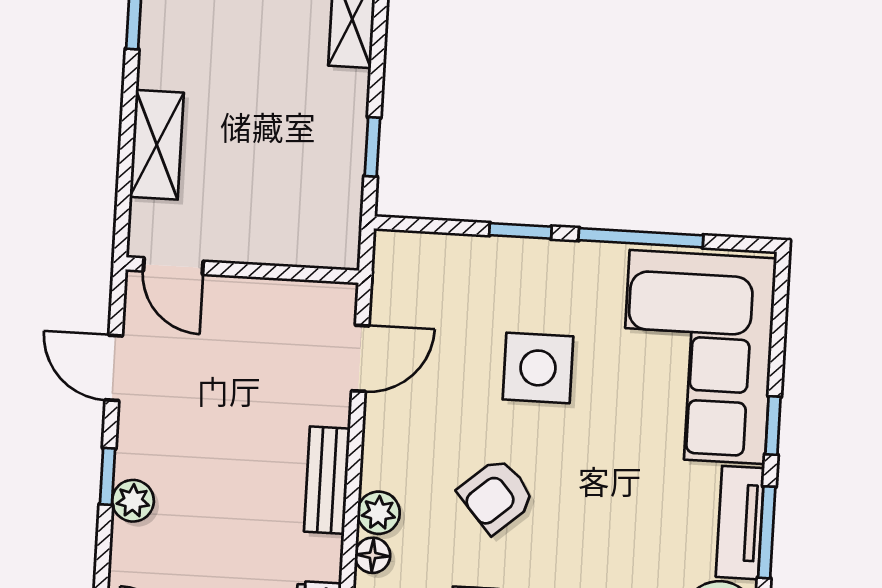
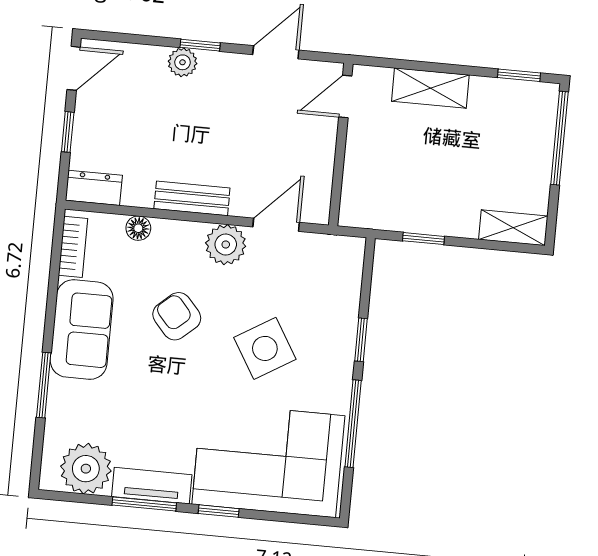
door: (360, 358) -> (276, 225), swing flipped
side table: (538, 368) -> (265, 348), turned -31
plant: (379, 513) -> (226, 245), moved, width x1.38, depth x1.38

